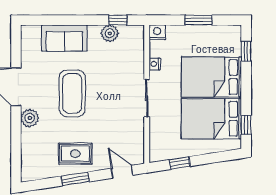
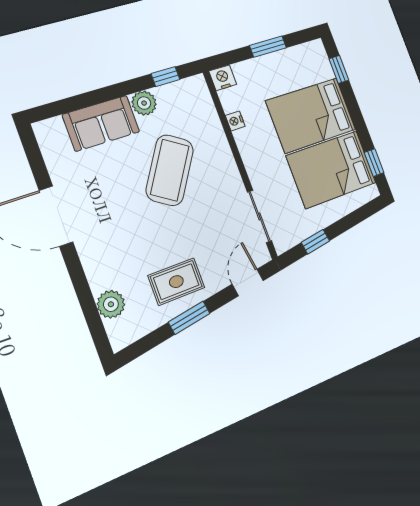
plant: (110, 33) -> (144, 103), moved
coffee table: (72, 93) -> (170, 170), moved, turned 33
sliding door: (147, 98) -> (259, 216), moved
plant: (30, 118) -> (111, 304), moved
door: (122, 172) -> (248, 282), hinge flipped

